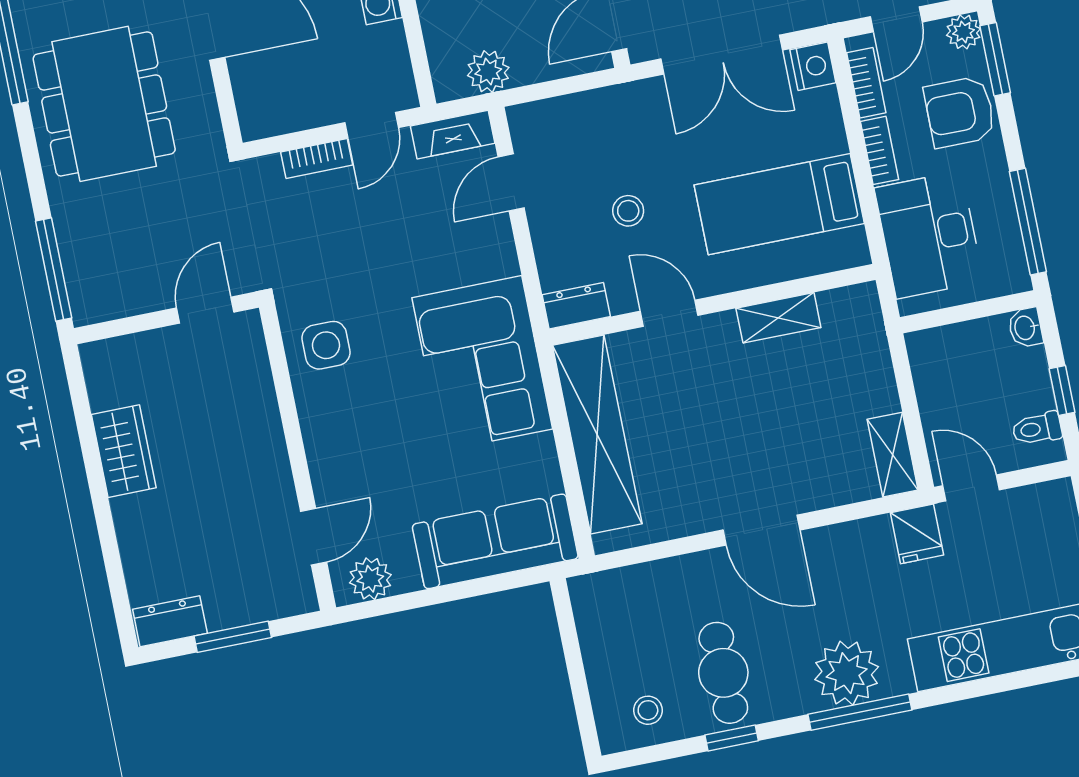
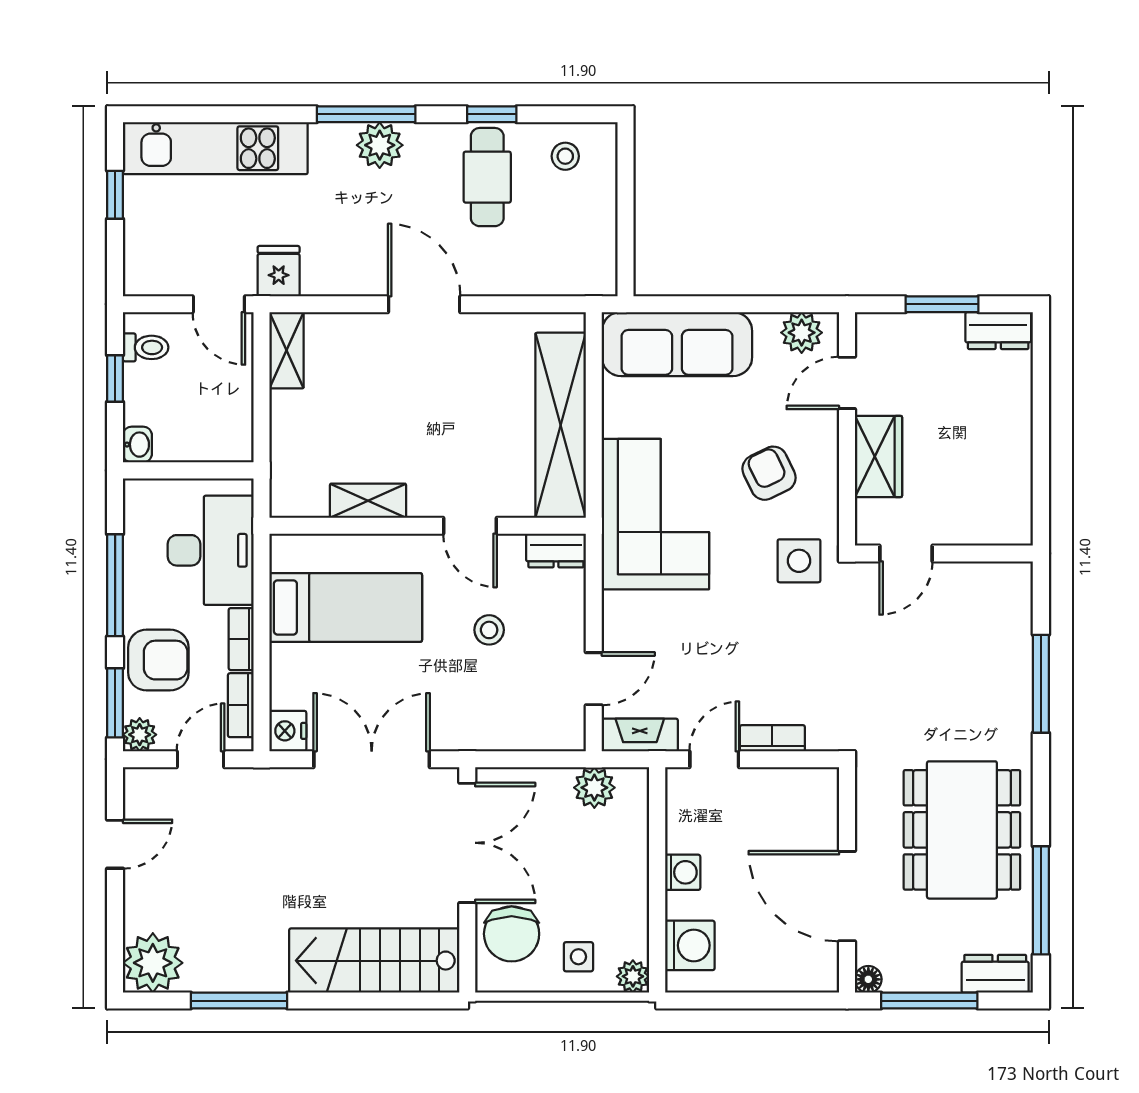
window: (1028, 222) -> (115, 585), moved
door: (205, 310) -> (906, 553), moved
wall: (166, 318) -> (944, 553), moved
armchair: (375, 428) -> (769, 473), added
wardrobe: (124, 451) -> (879, 457), moved, turned 180
plant: (847, 673) -> (380, 145), width x0.73, depth x0.73

